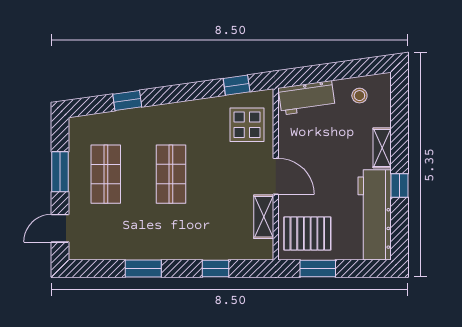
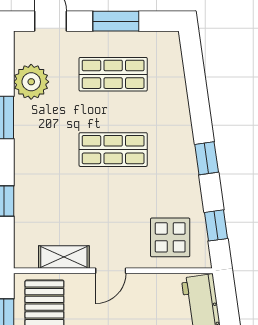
window: (127, 101) -> (207, 158), moved
door: (276, 176) -> (111, 271), width x0.73
plant: (112, 245) -> (31, 82), added

